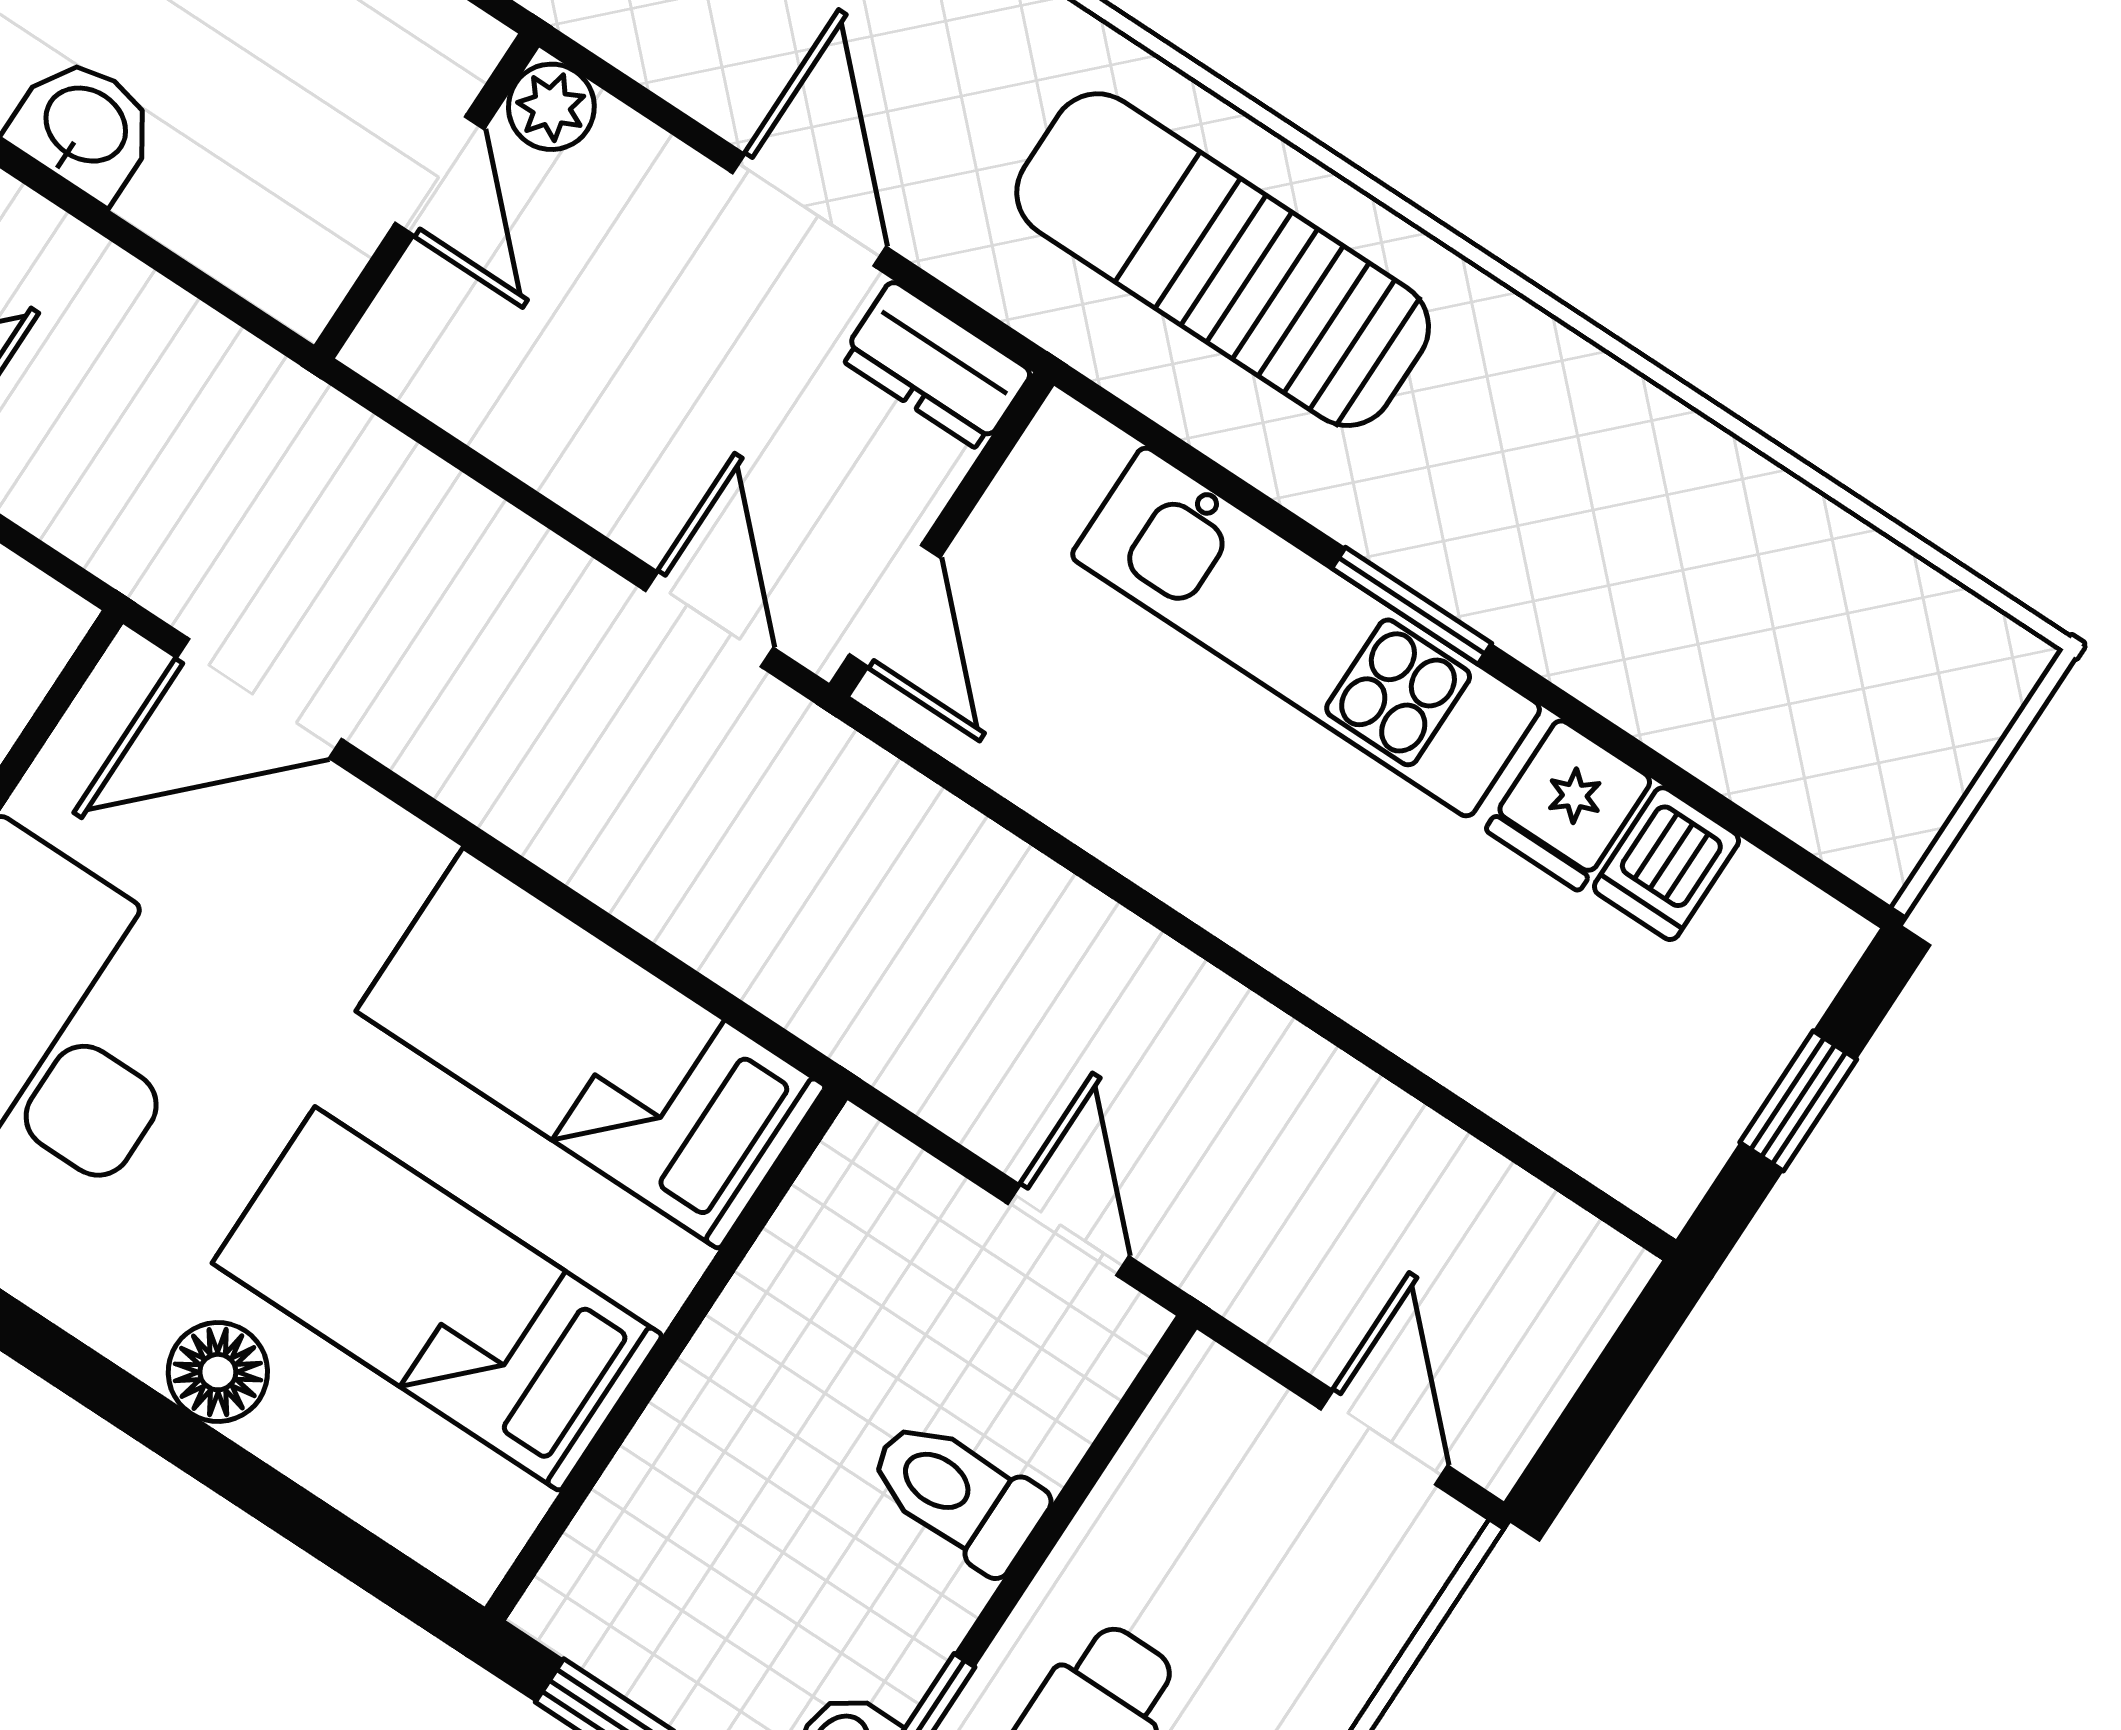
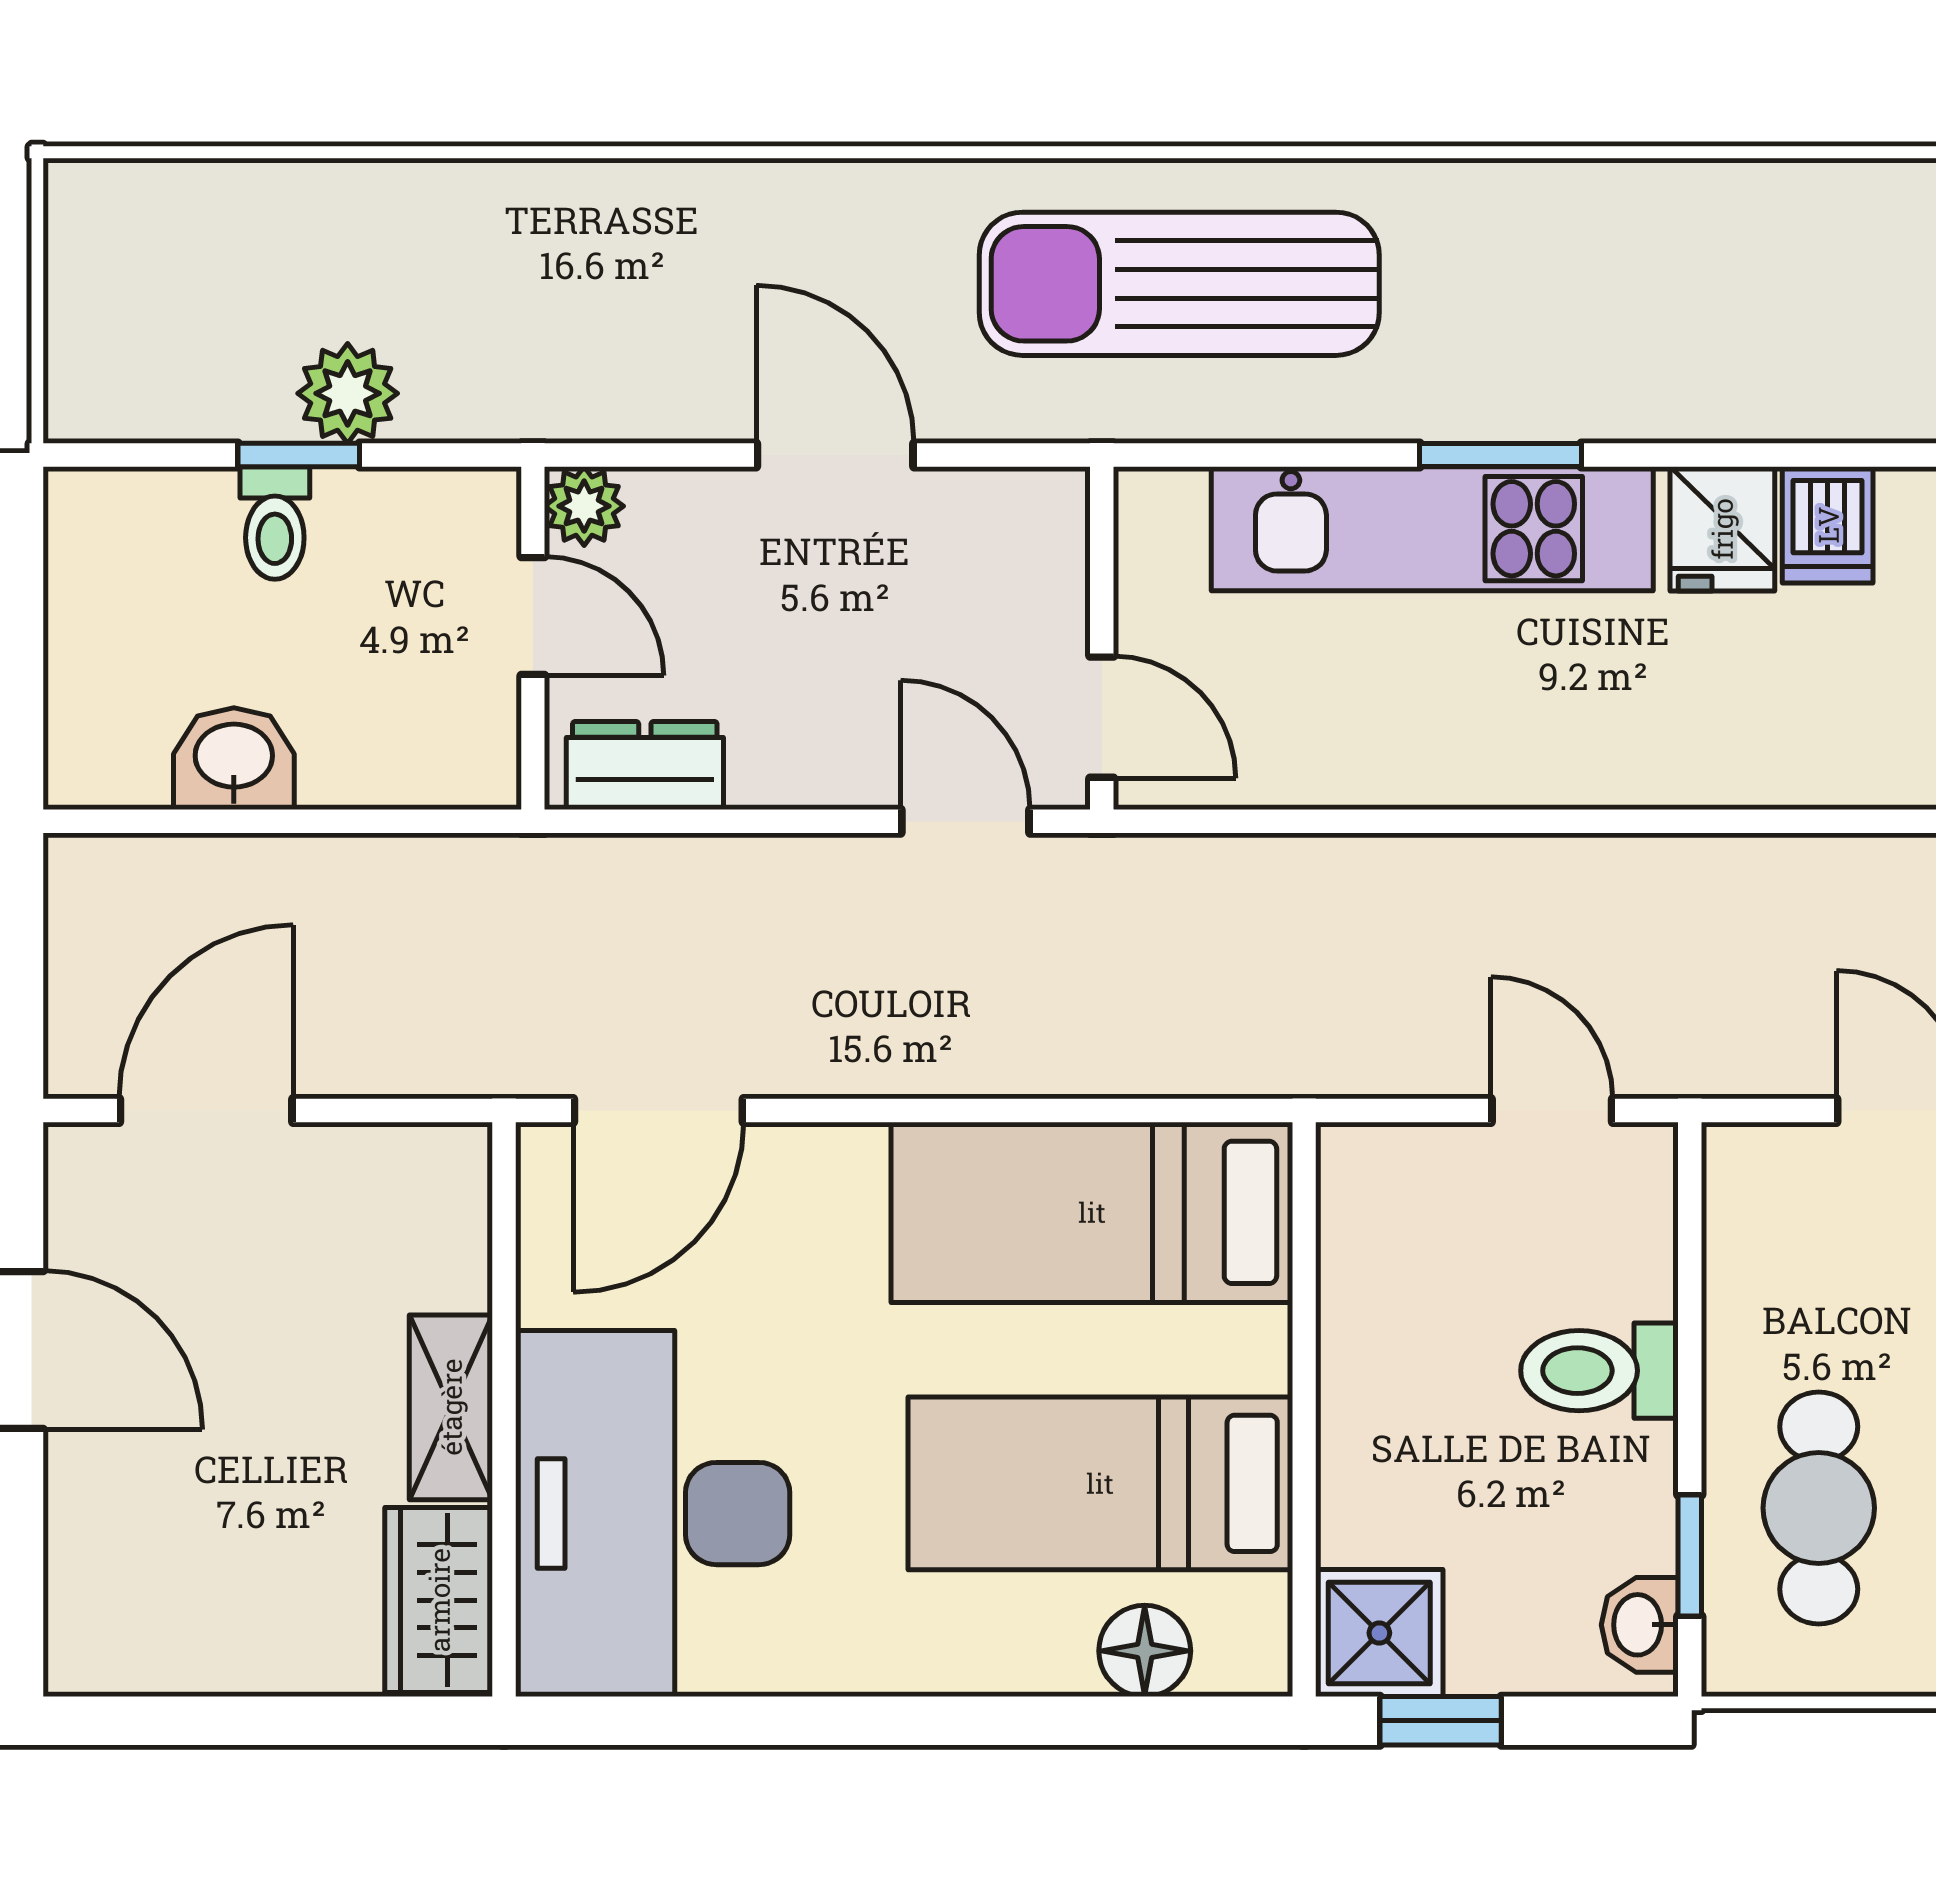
dresser: (936, 365) -> (645, 766), moved, turned 180
floor lamp: (218, 1372) -> (1145, 1651), moved
shower: (601, 1601) -> (1379, 1633), added

